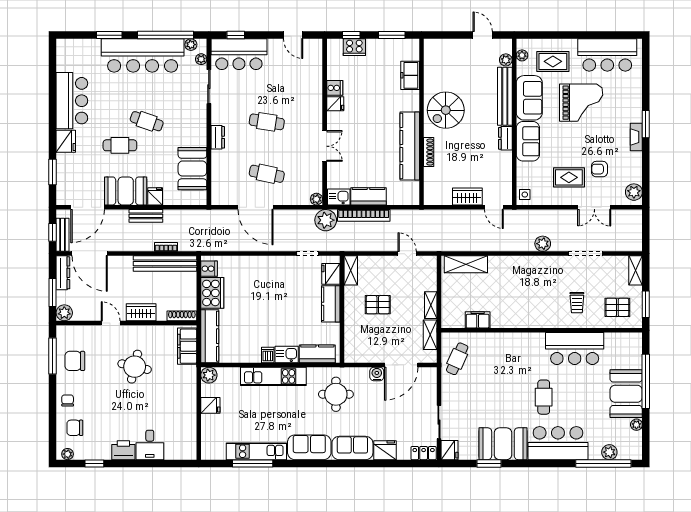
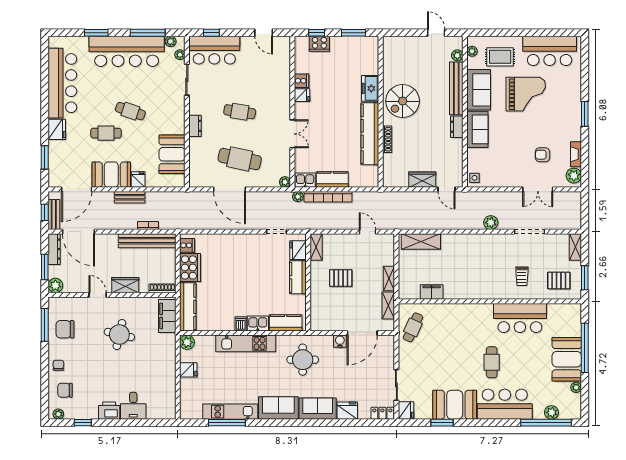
window: (166, 35) -> (148, 33), width x0.68
freezer: (410, 75) -> (370, 88), moved
bar counter: (72, 101) -> (62, 83), width x1.36
fireplace: (636, 137) -> (576, 154), moved
cafe table: (267, 174) -> (240, 159), width x1.37, depth x1.35
rug: (569, 177) -> (515, 162), removed
plant: (326, 220) -> (298, 197), width x0.53, depth x0.53

